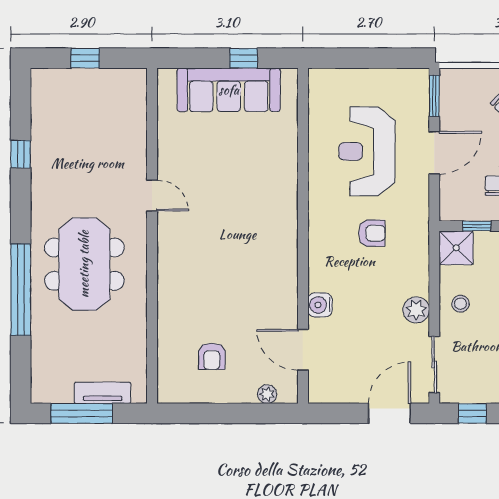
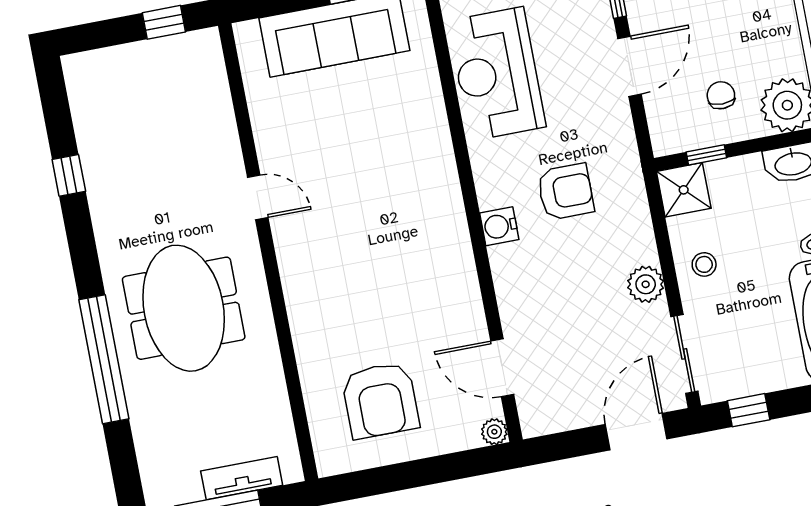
window: (85, 58) -> (164, 22), moved
reception desk: (367, 151) -> (497, 74), moved
armchair: (372, 233) -> (566, 192), width x1.38, depth x1.38
water cooler: (320, 305) -> (499, 226), moved
armchair: (212, 356) -> (380, 400), width x1.88, depth x1.88
plant: (267, 394) -> (494, 432), moved

